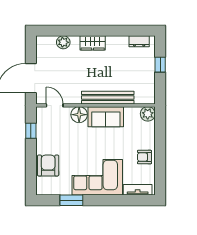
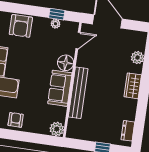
plant: (41, 131) -> (56, 24), added
armchair: (48, 166) -> (21, 26), turned 90

